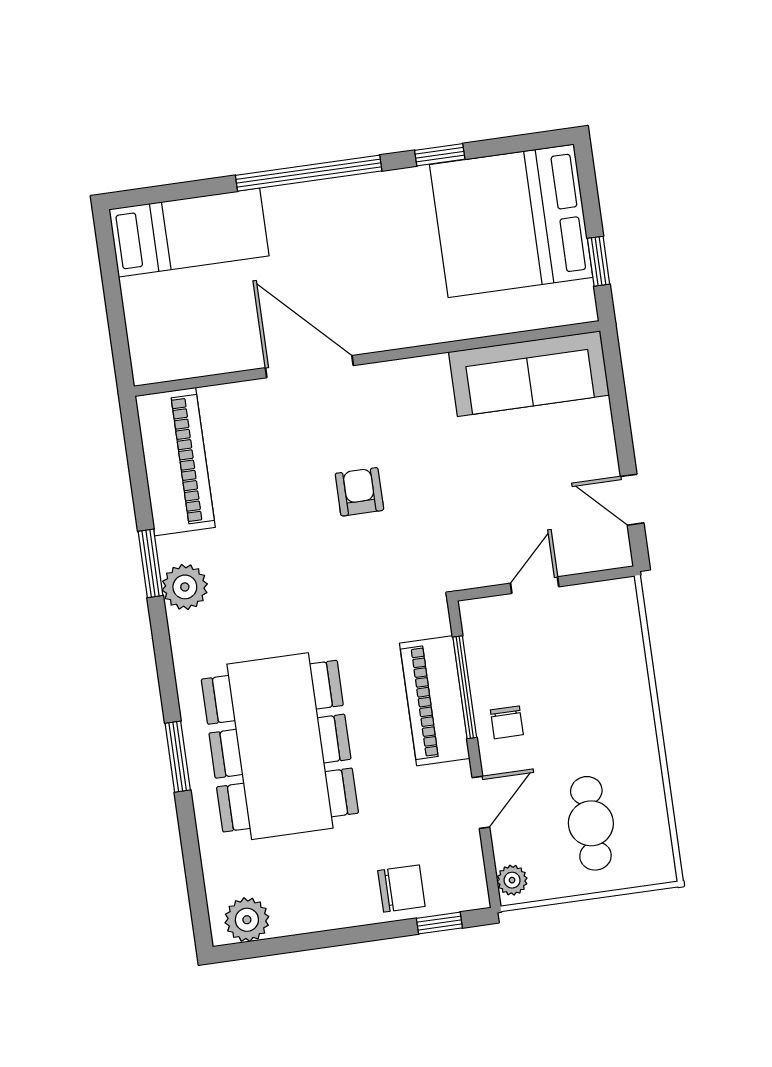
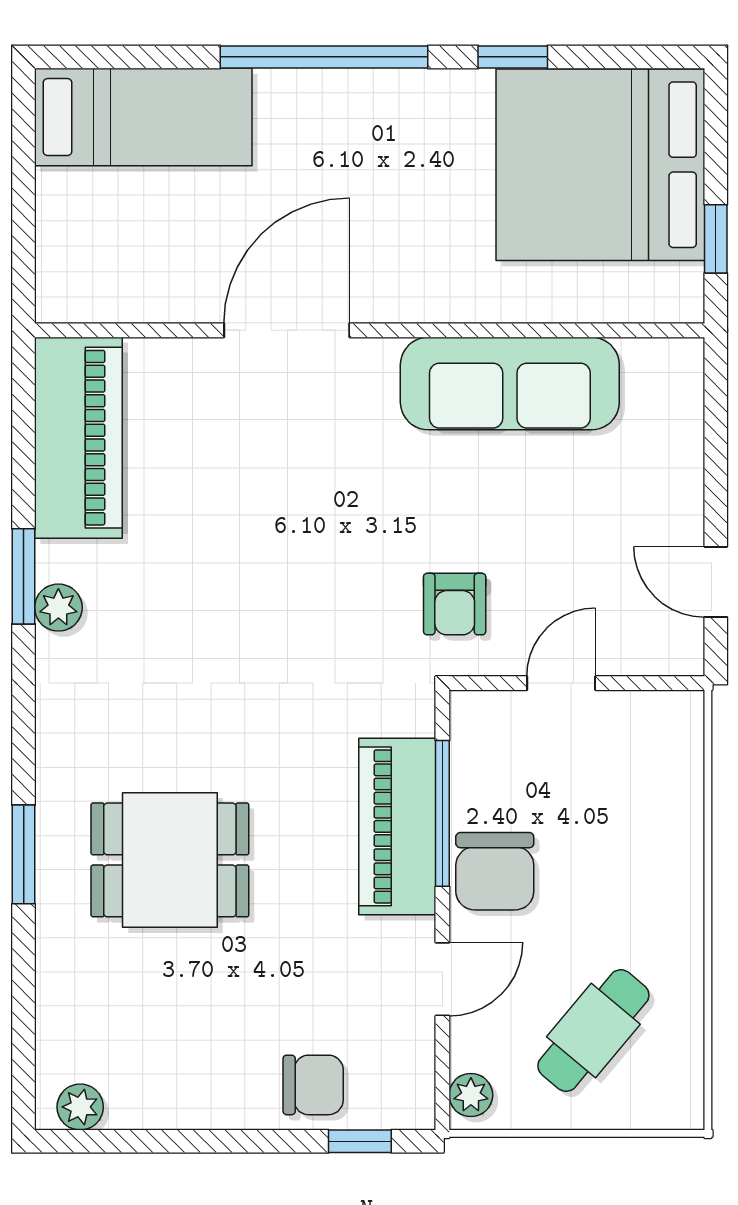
door: (309, 367) -> (287, 330), hinge flipped
sofa: (529, 374) -> (510, 383), moved
armchair: (359, 492) -> (455, 604), moved, turned 180
plant: (185, 587) -> (58, 608), width x0.73, depth x0.73
chair: (507, 722) -> (495, 871), width x1.87, depth x1.87
dining table: (280, 746) -> (170, 860), width x0.53, depth x0.80
cafe table: (591, 823) -> (593, 1031), turned 40
plant: (247, 920) -> (80, 1107), width x0.73, depth x0.73

